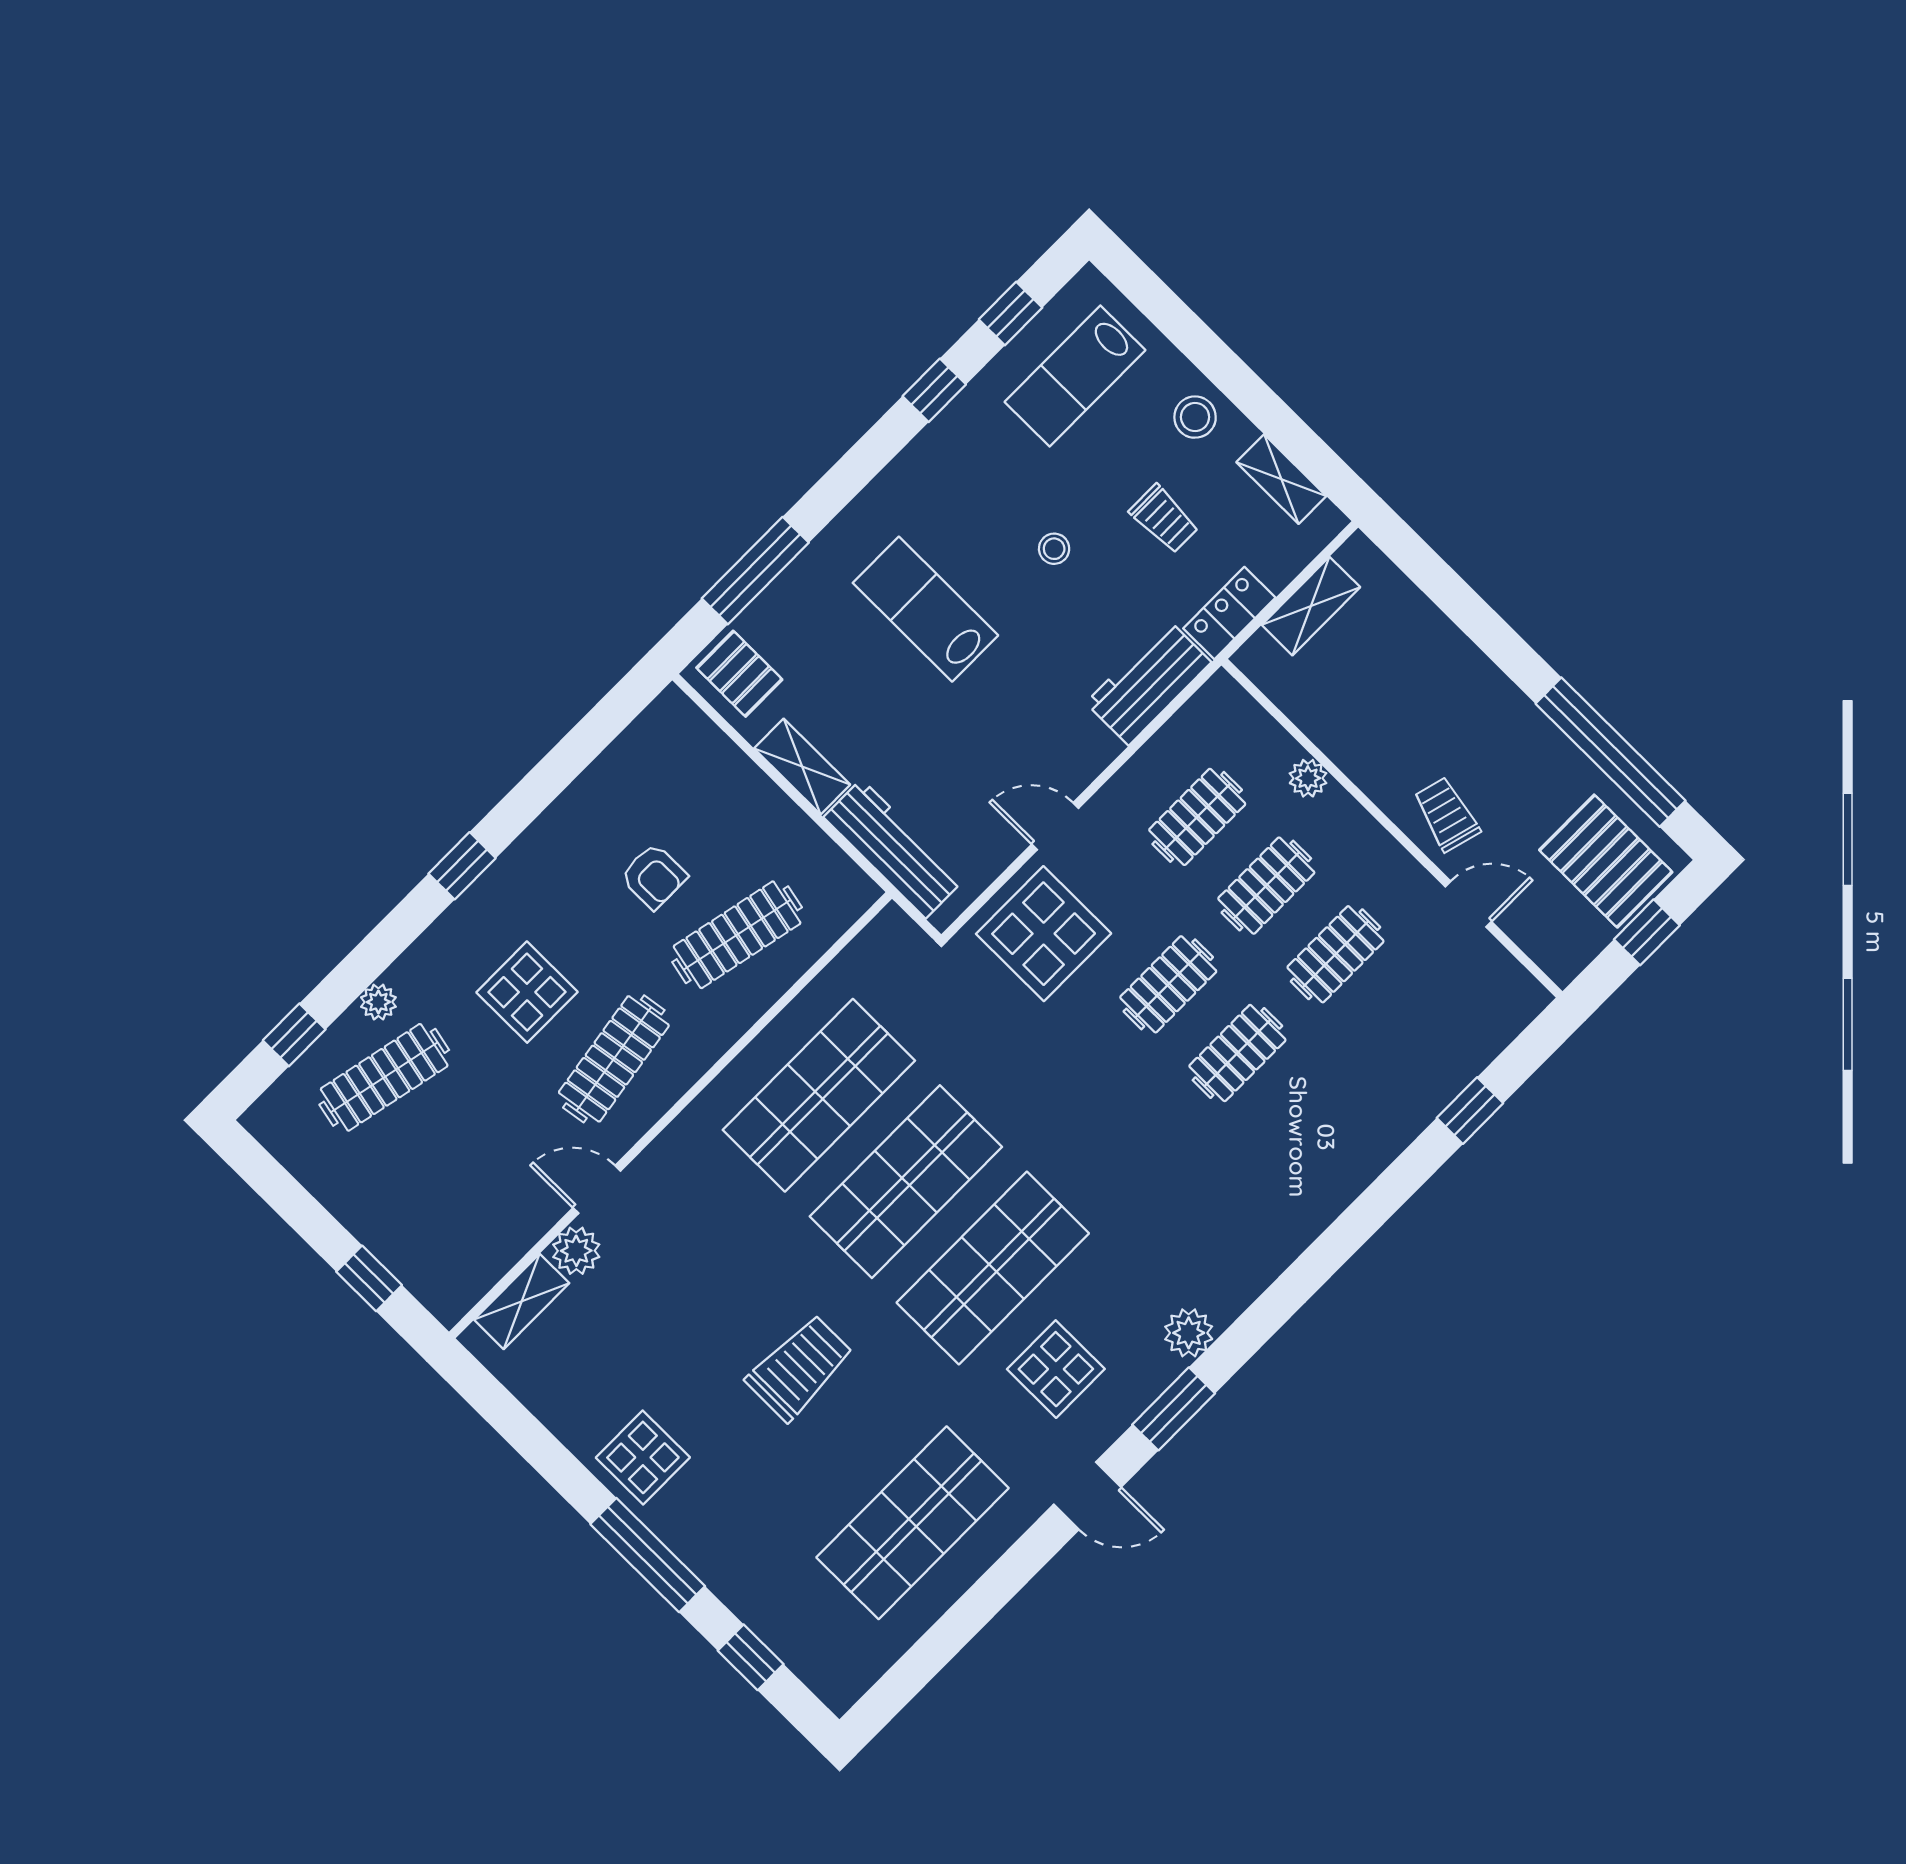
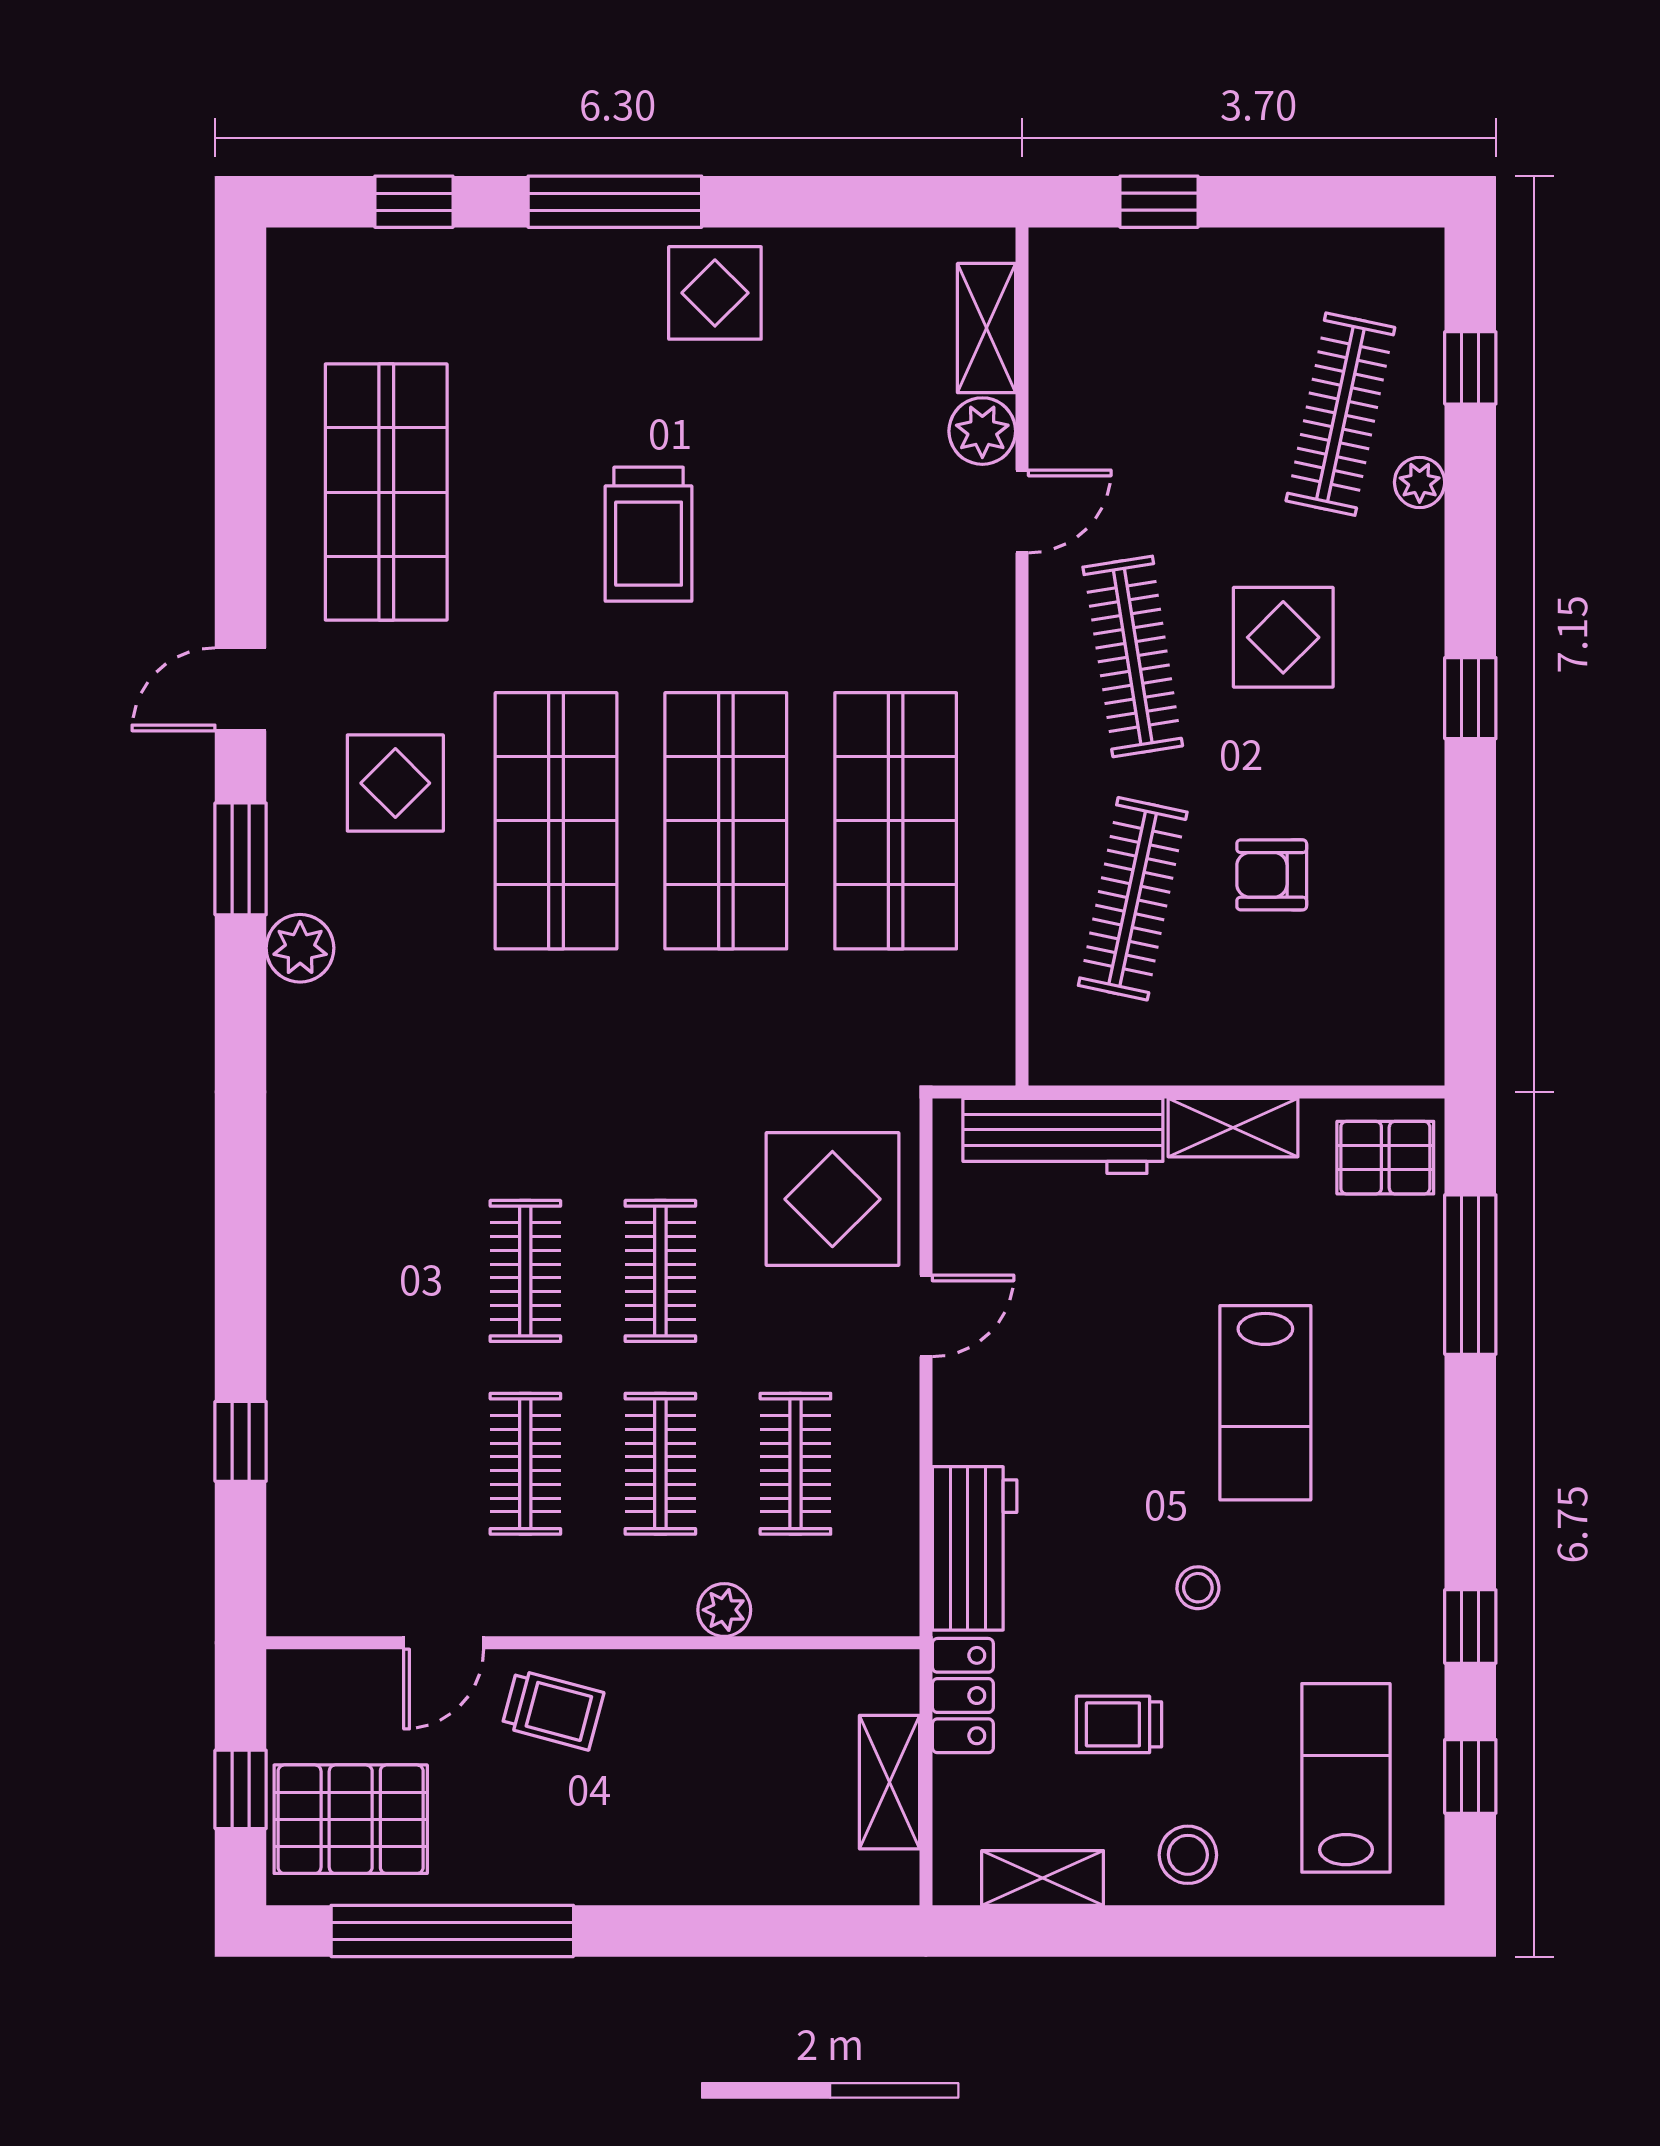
lab bench: (925, 609) -> (1265, 1403), turned 90

